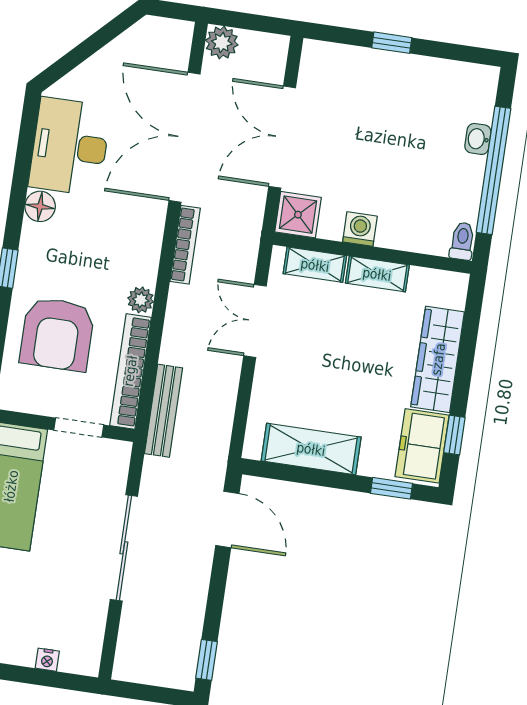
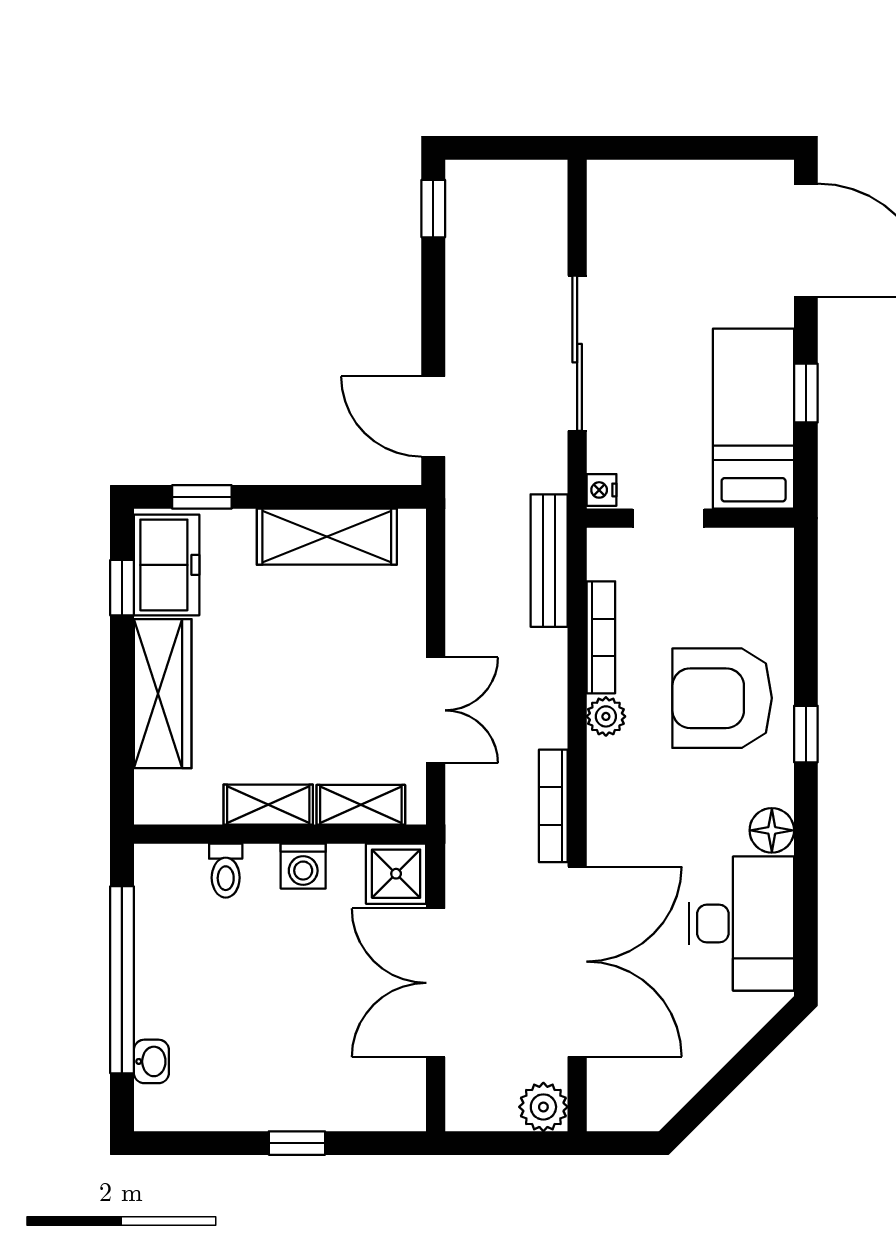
double door: (282, 137) -> (436, 983), swing flipped
washbasin: (478, 139) -> (151, 1061), moved
toilet: (462, 241) -> (226, 871), moved
armchair: (57, 334) -> (722, 698), moved, turned -90
bookcase: (130, 371) -> (601, 637), width x0.68, depth x0.76
nightstand: (47, 660) -> (602, 490), moved, turned -90

